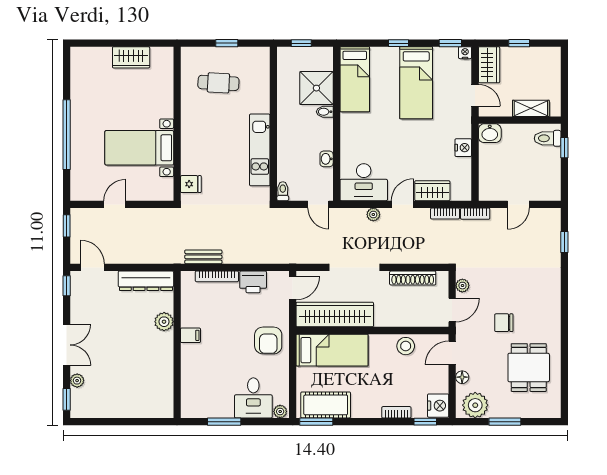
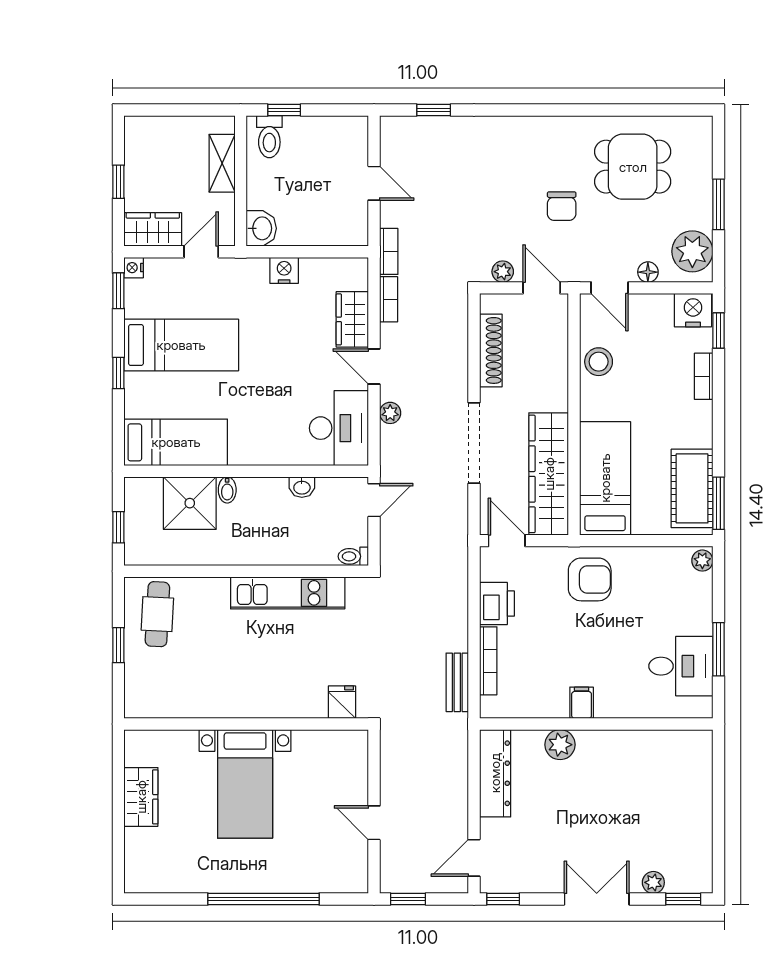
cafe table: (218, 83) -> (157, 614), moved
bed with nightstands: (139, 148) -> (245, 784), moved
desk: (253, 398) -> (681, 666), moved

